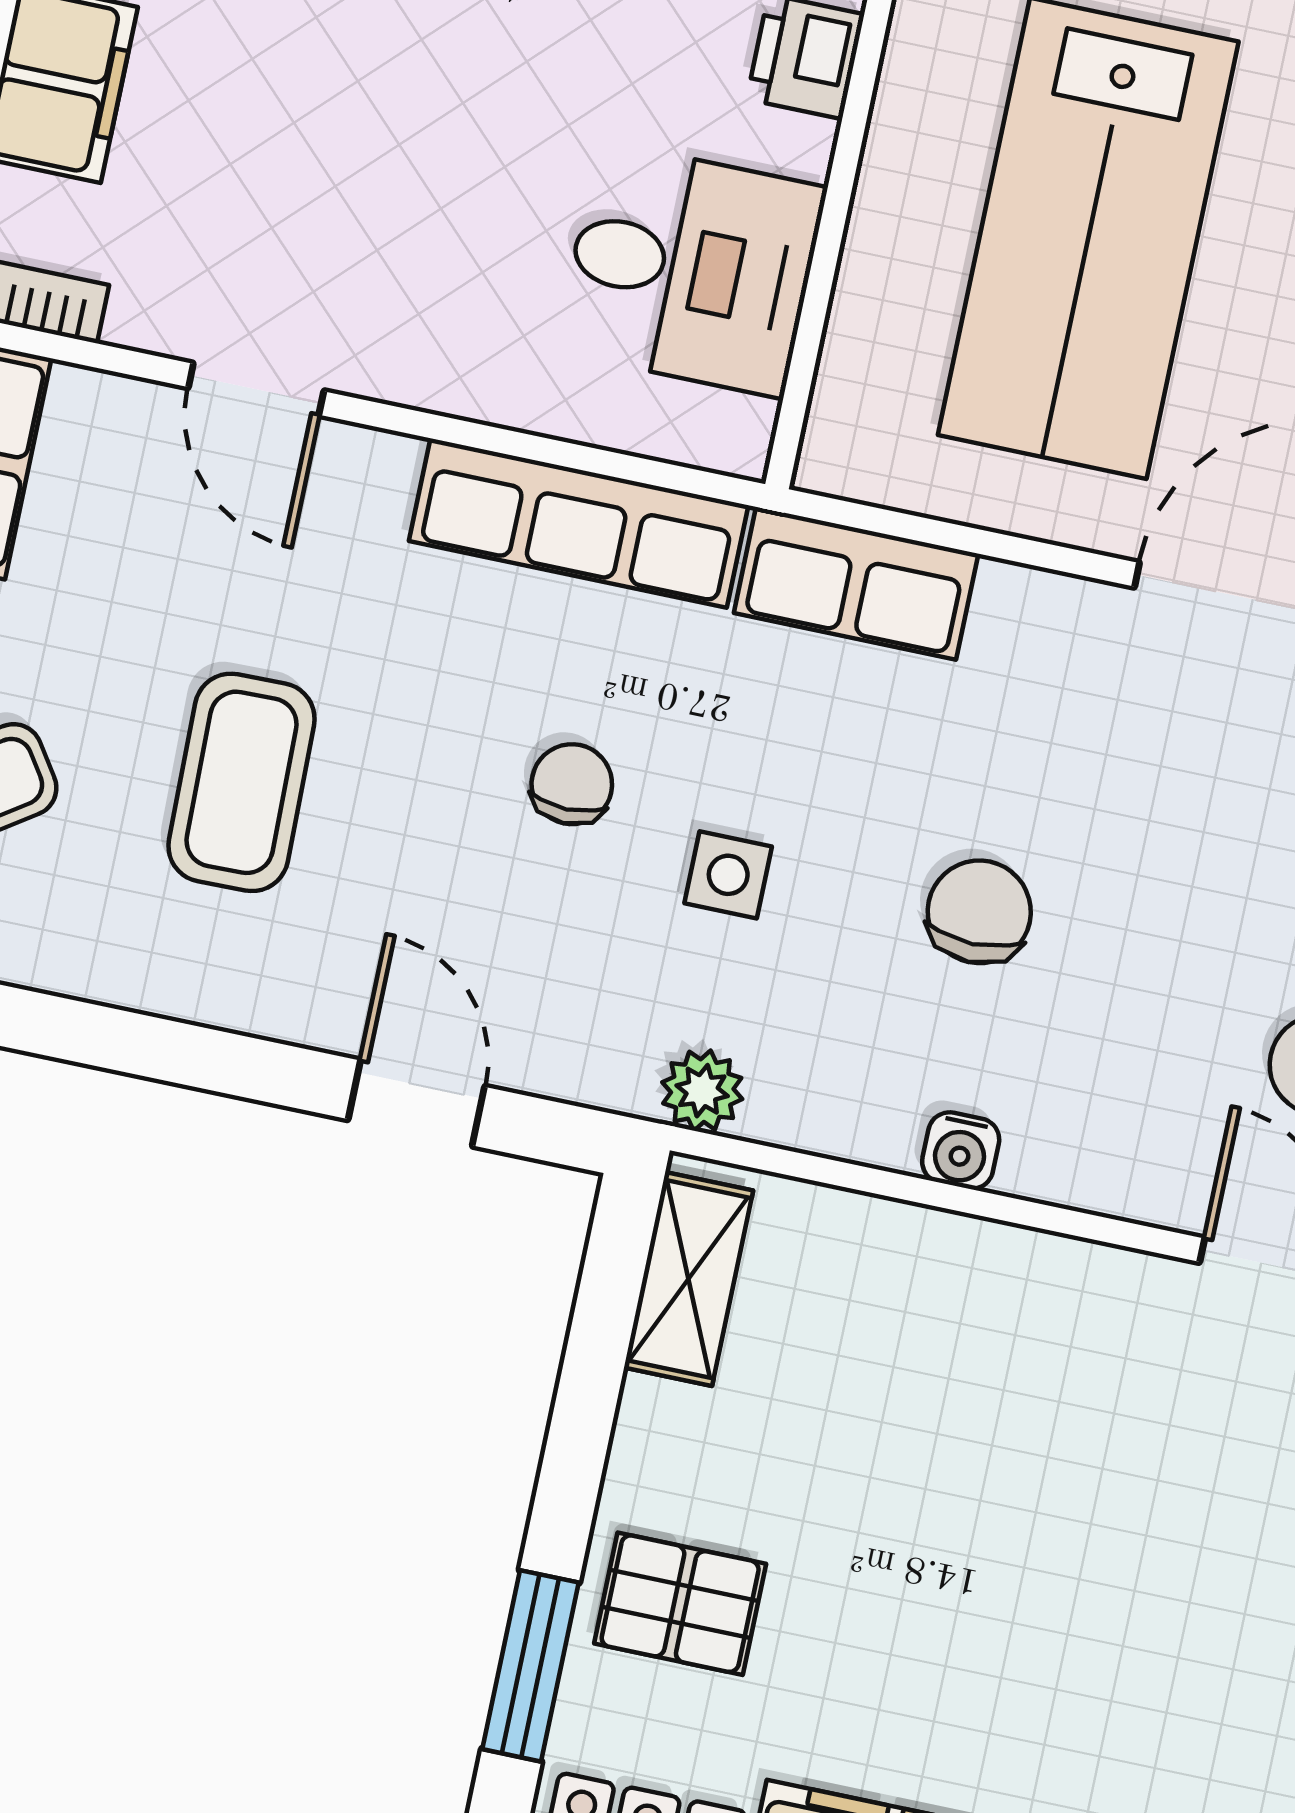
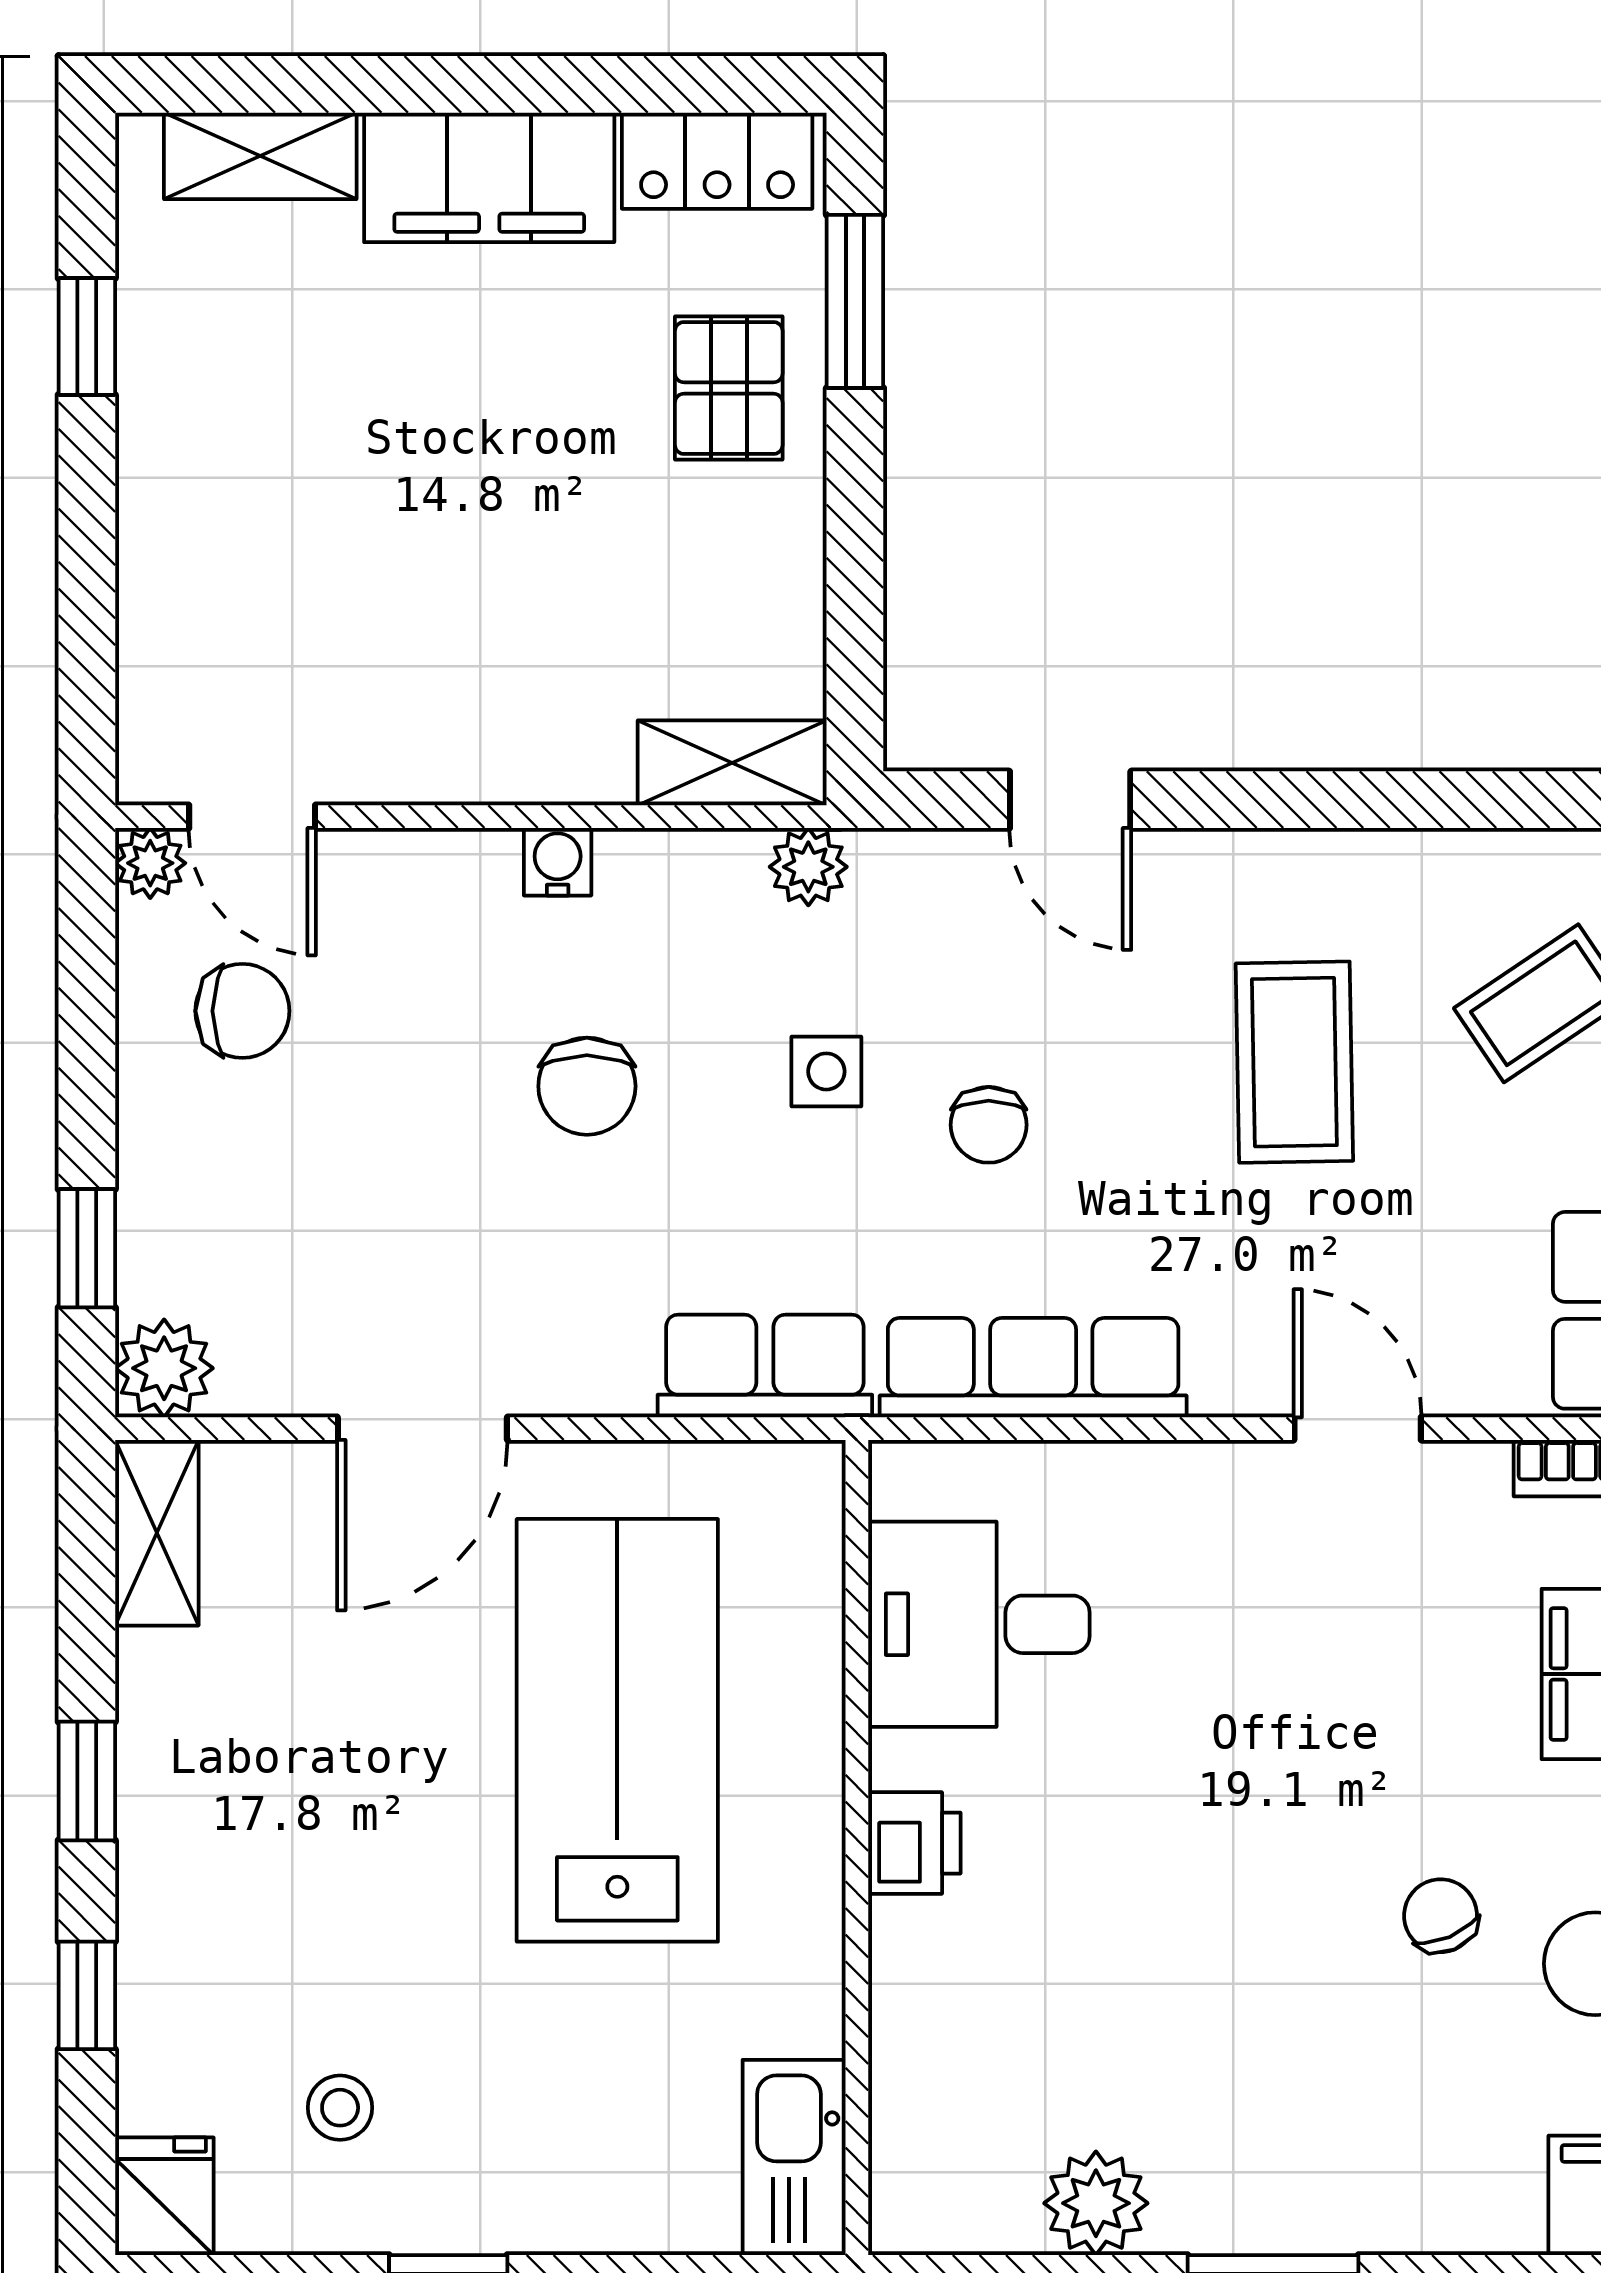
shelving: (689, 1279) -> (732, 763), moved, turned 90
pallet: (680, 1604) -> (729, 388), turned 90

